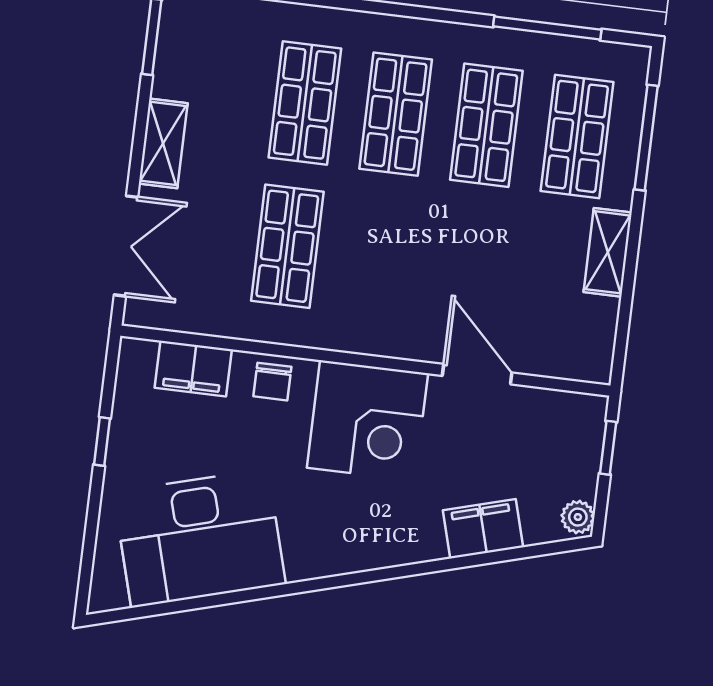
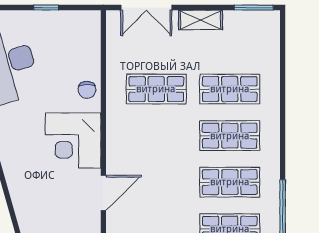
filing cabinet: (193, 369) -> (89, 49), removed
chair: (272, 382) -> (87, 90), turned -89
filing cabinet: (483, 529) -> (26, 206), removed

